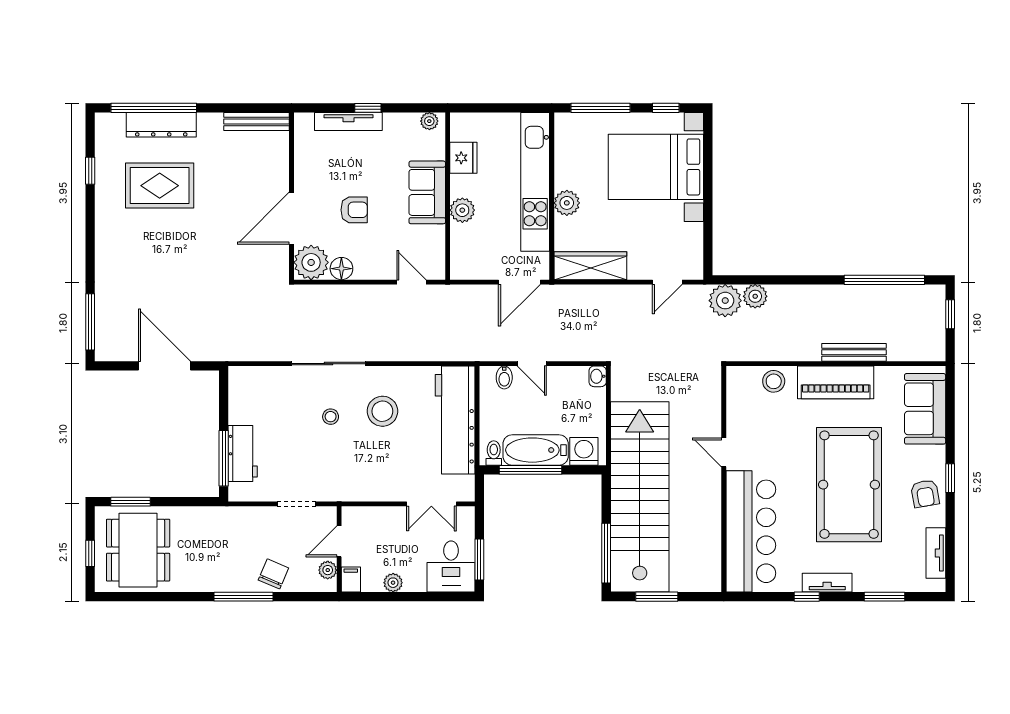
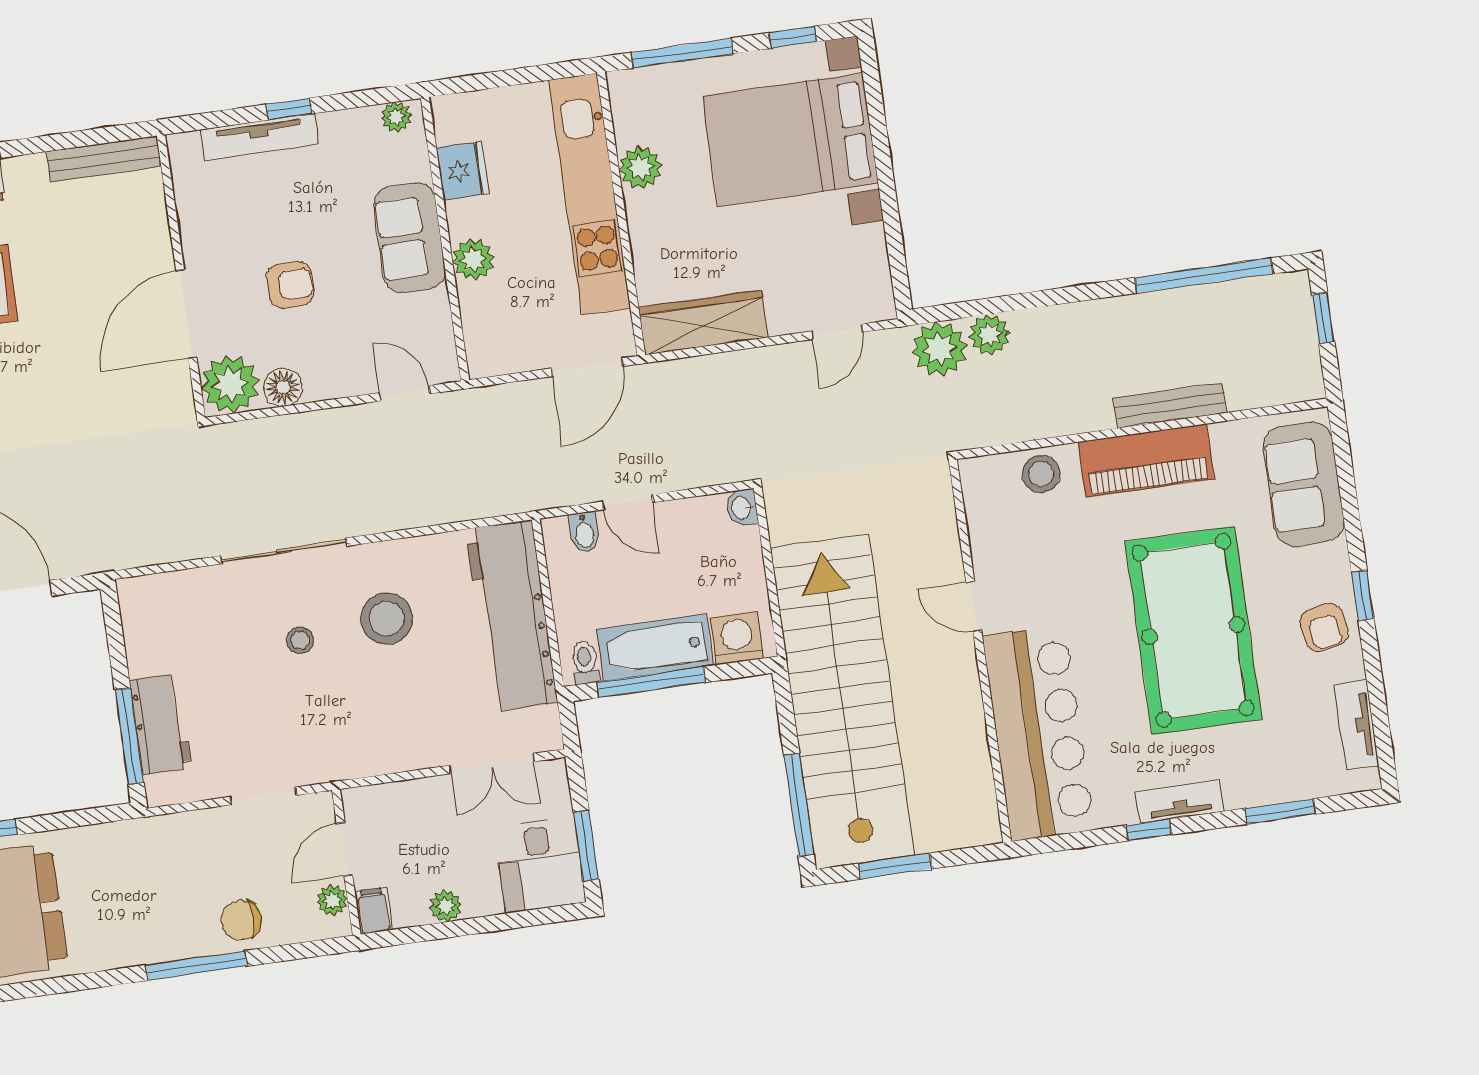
plant: (567, 203) -> (640, 168), moved
chair: (273, 574) -> (241, 920), turned -113

